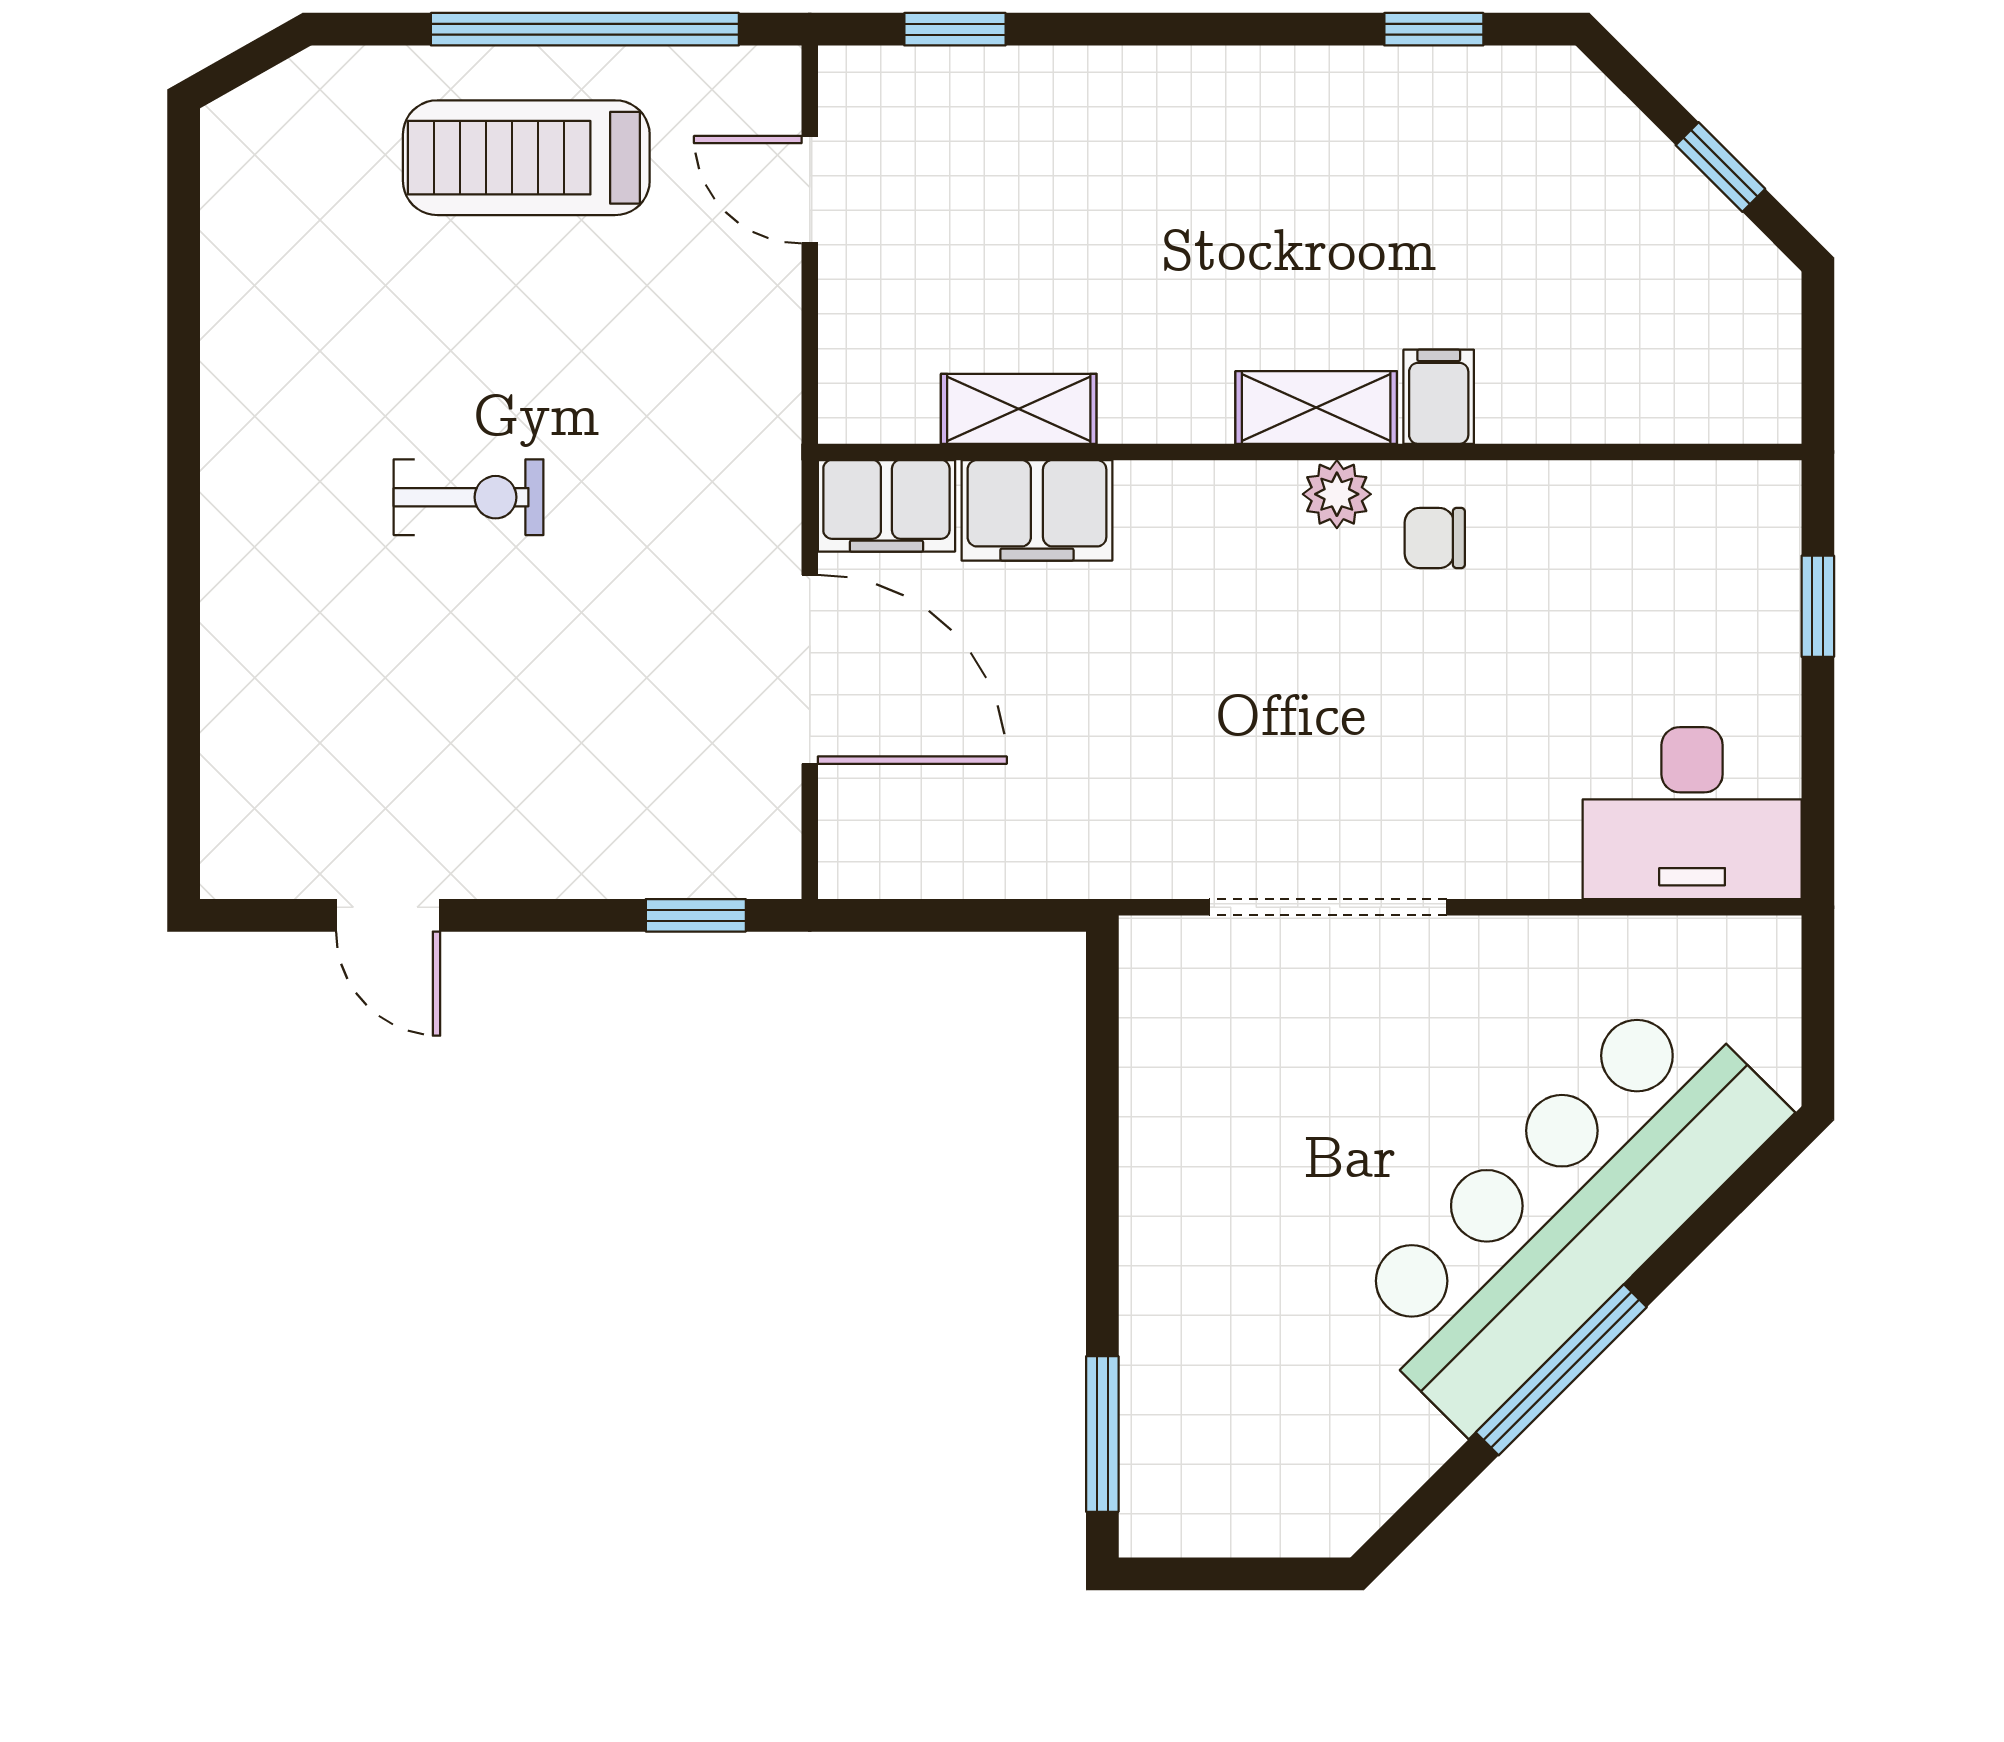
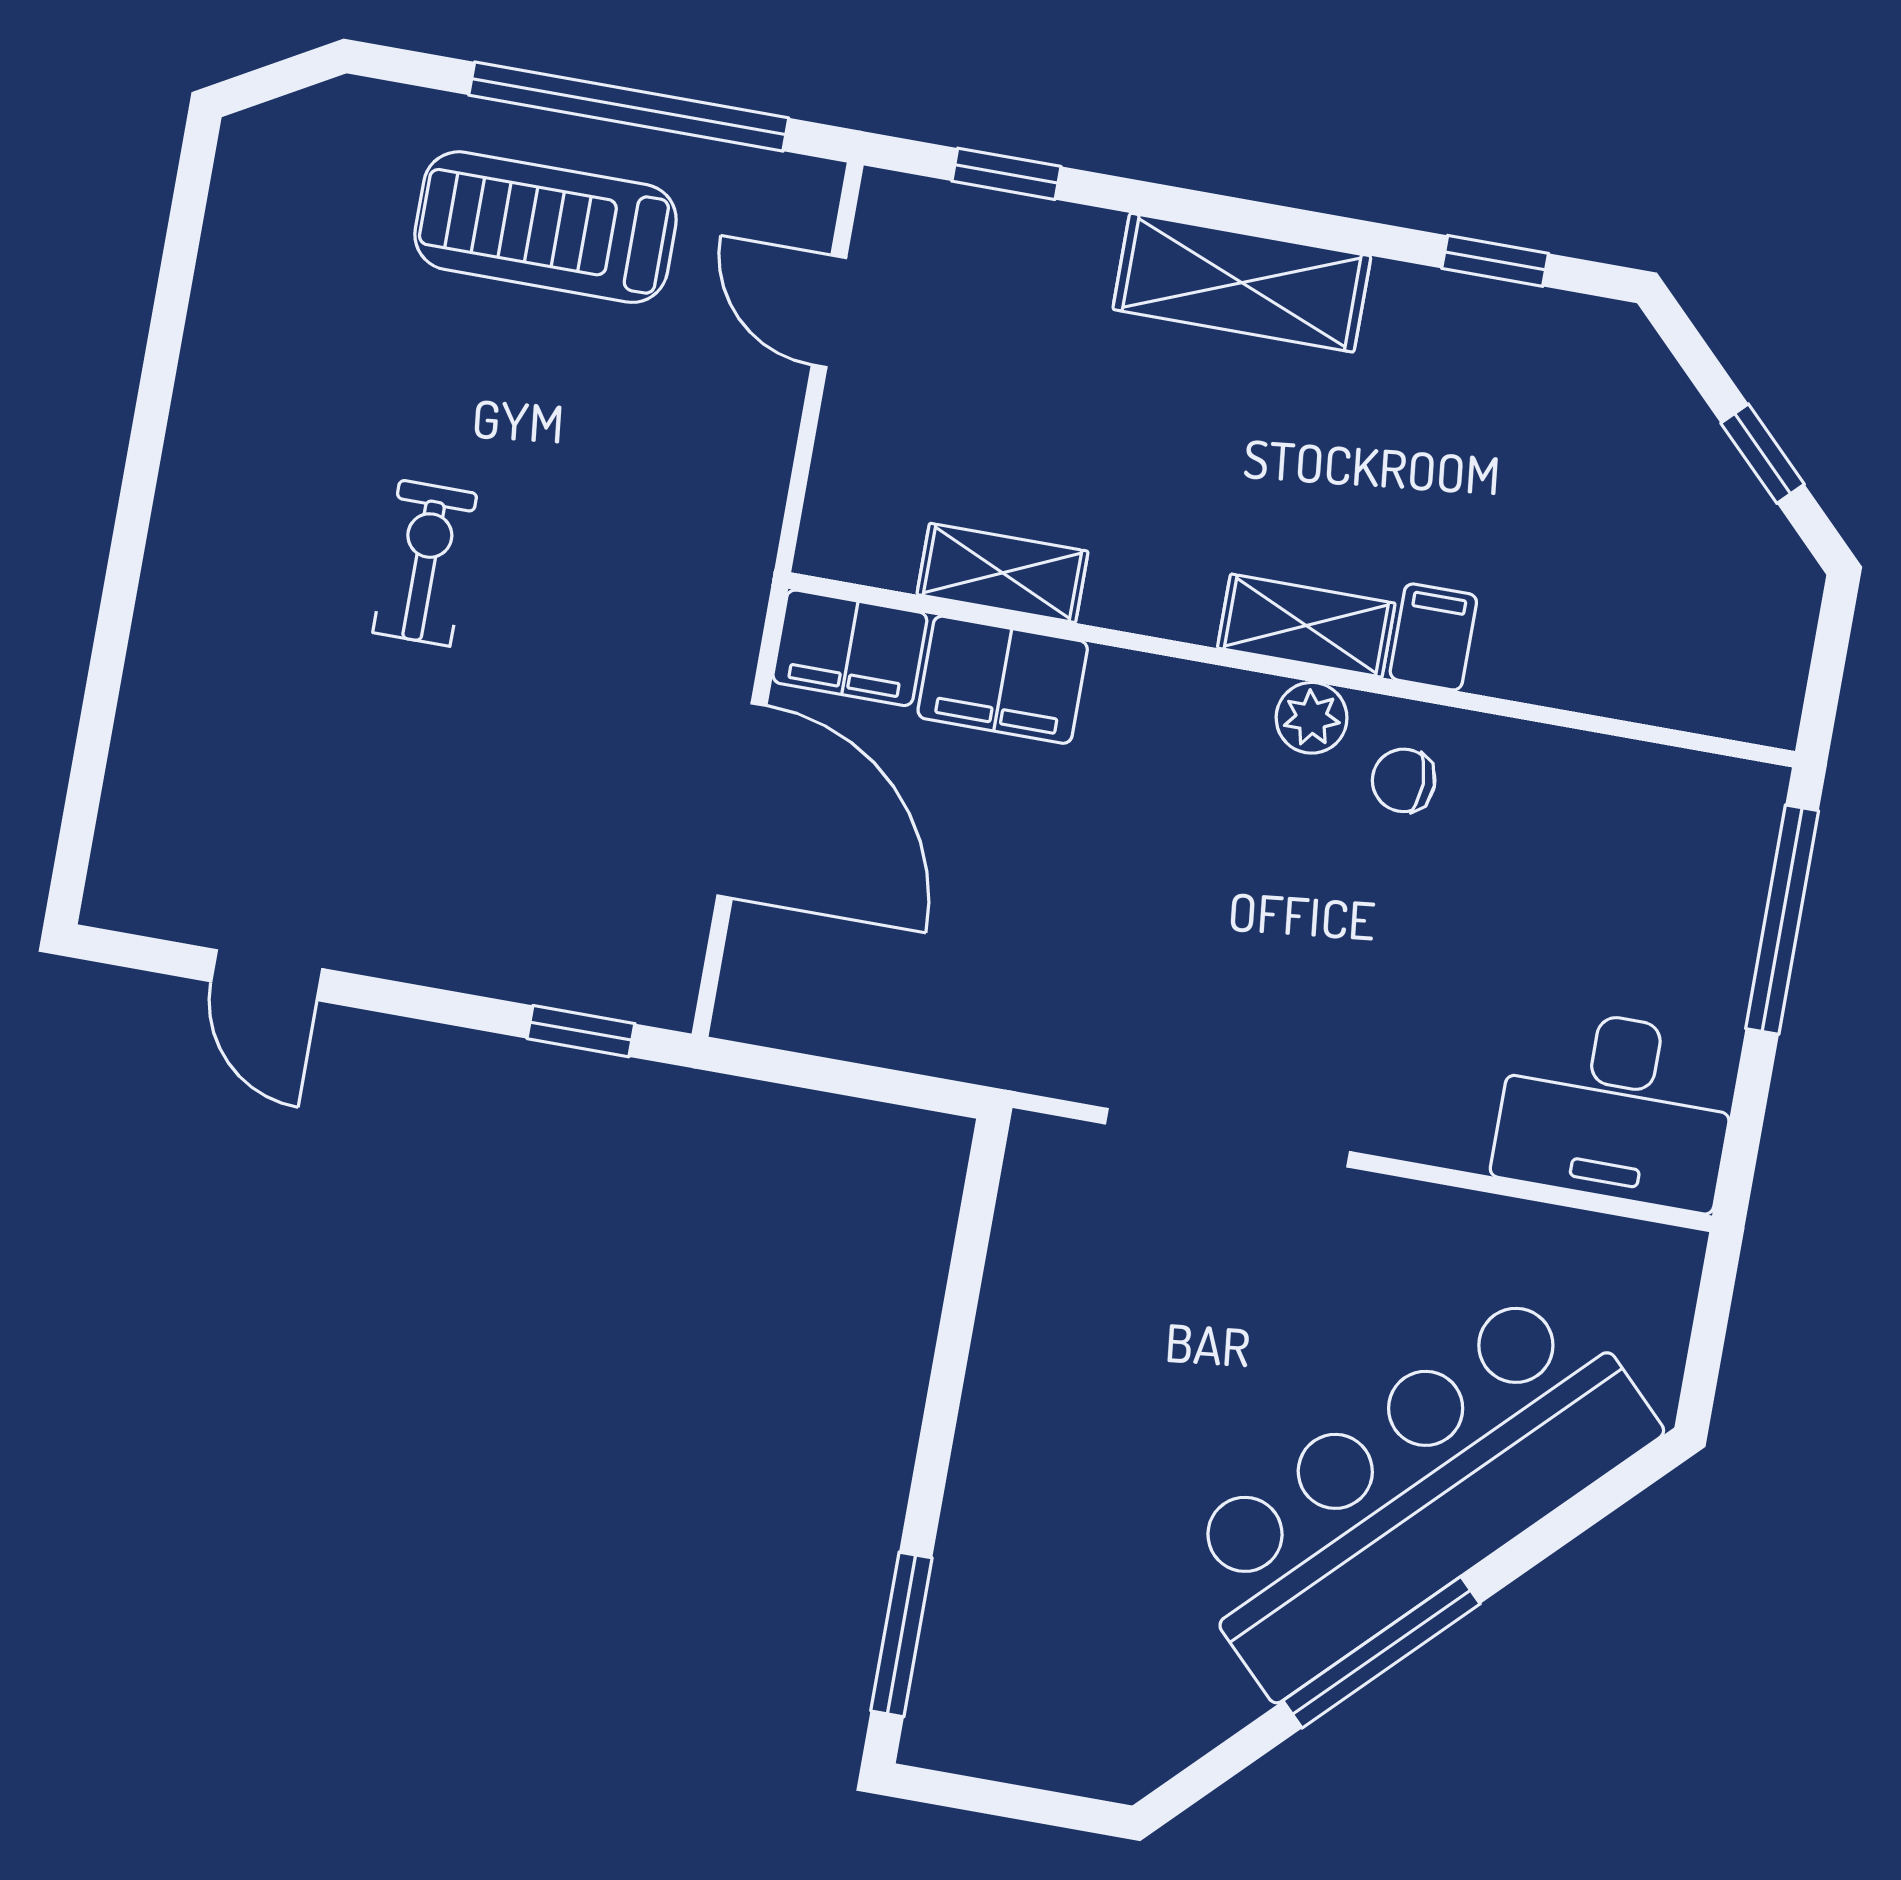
shelving: (1197, 93) -> (1242, 283), added
exercise bike: (469, 497) -> (425, 563), turned -90
window: (1818, 606) -> (1782, 920), width x2.17

